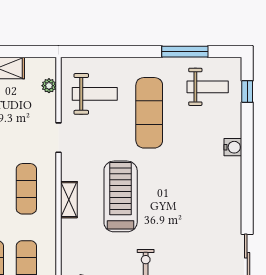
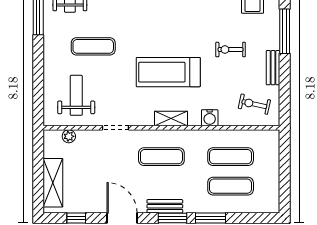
exercise mat: (149, 113) -> (93, 46), width x0.73, depth x0.69
water cooler: (70, 243) -> (210, 118), added

